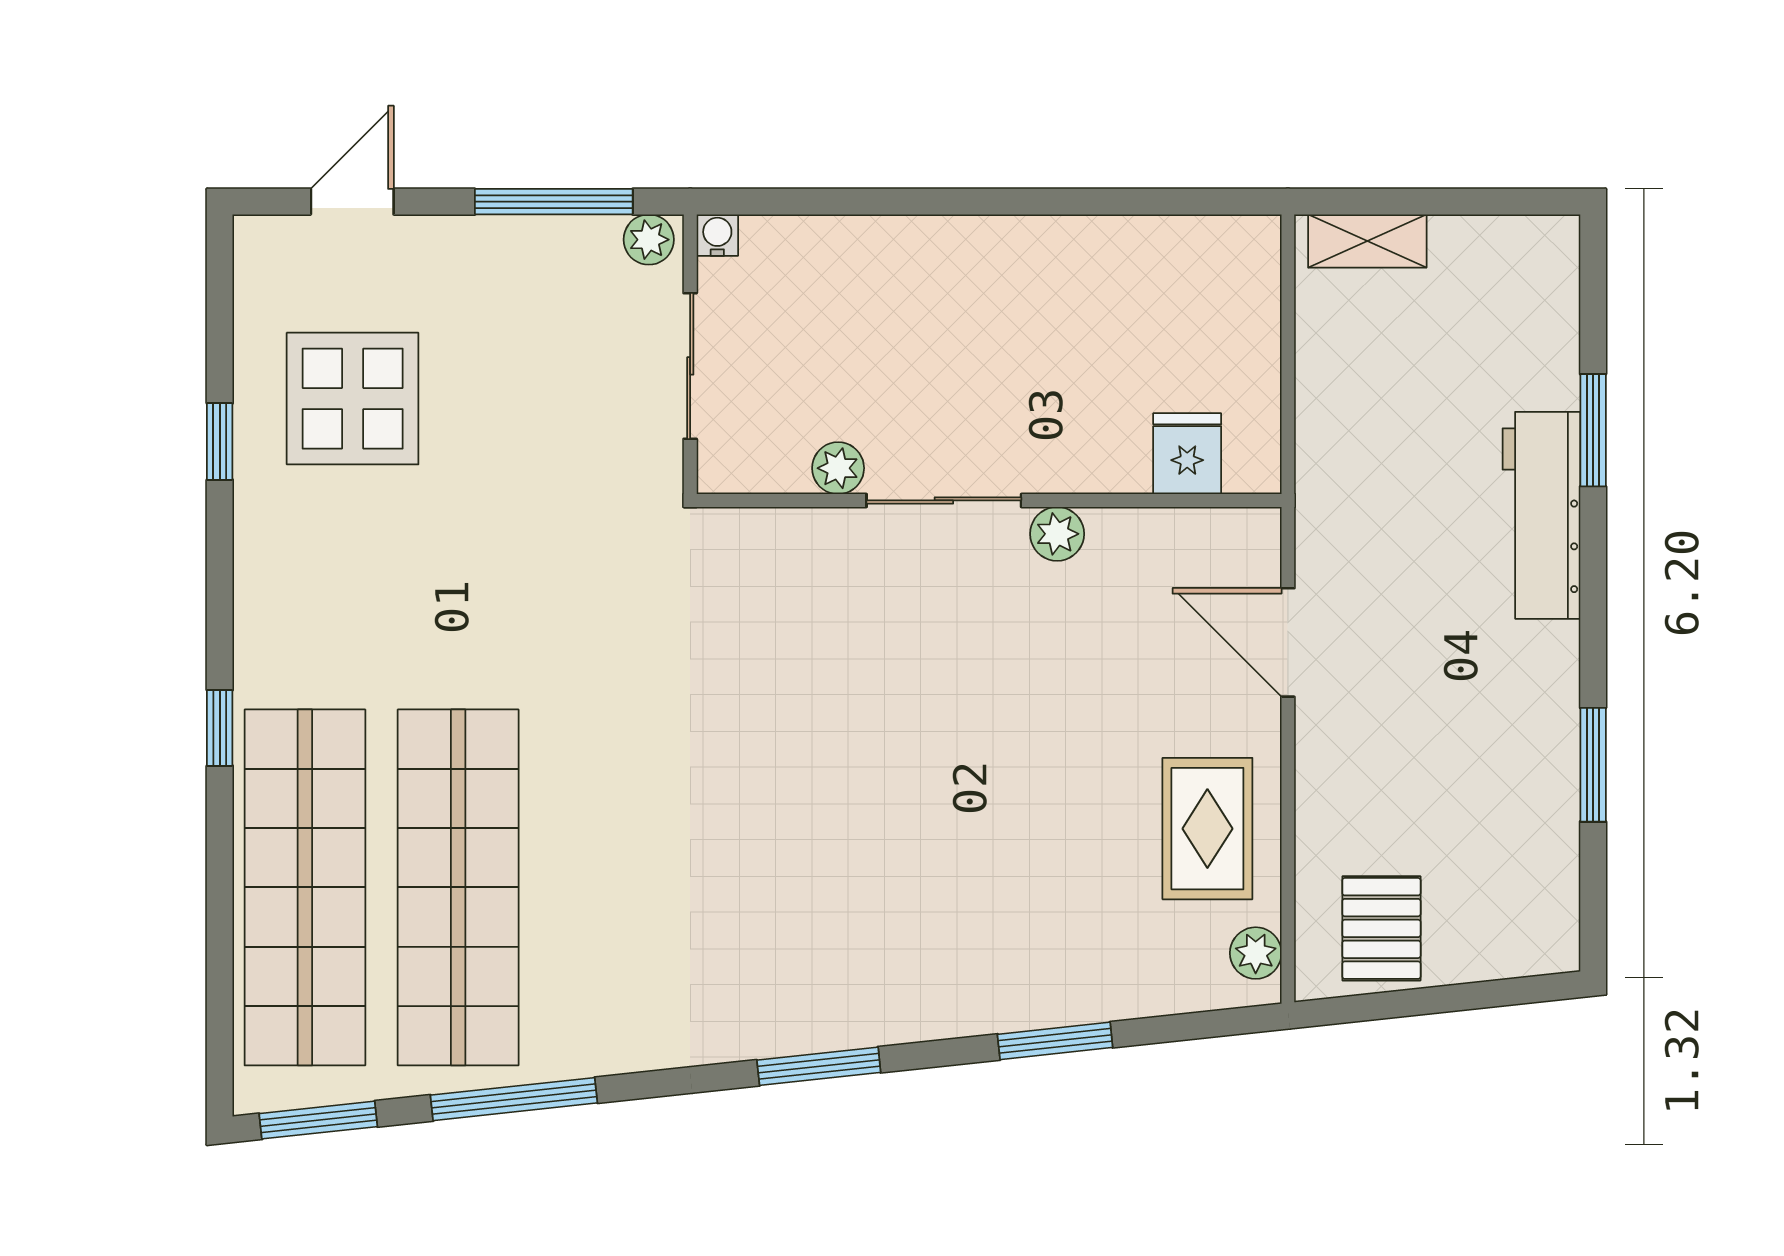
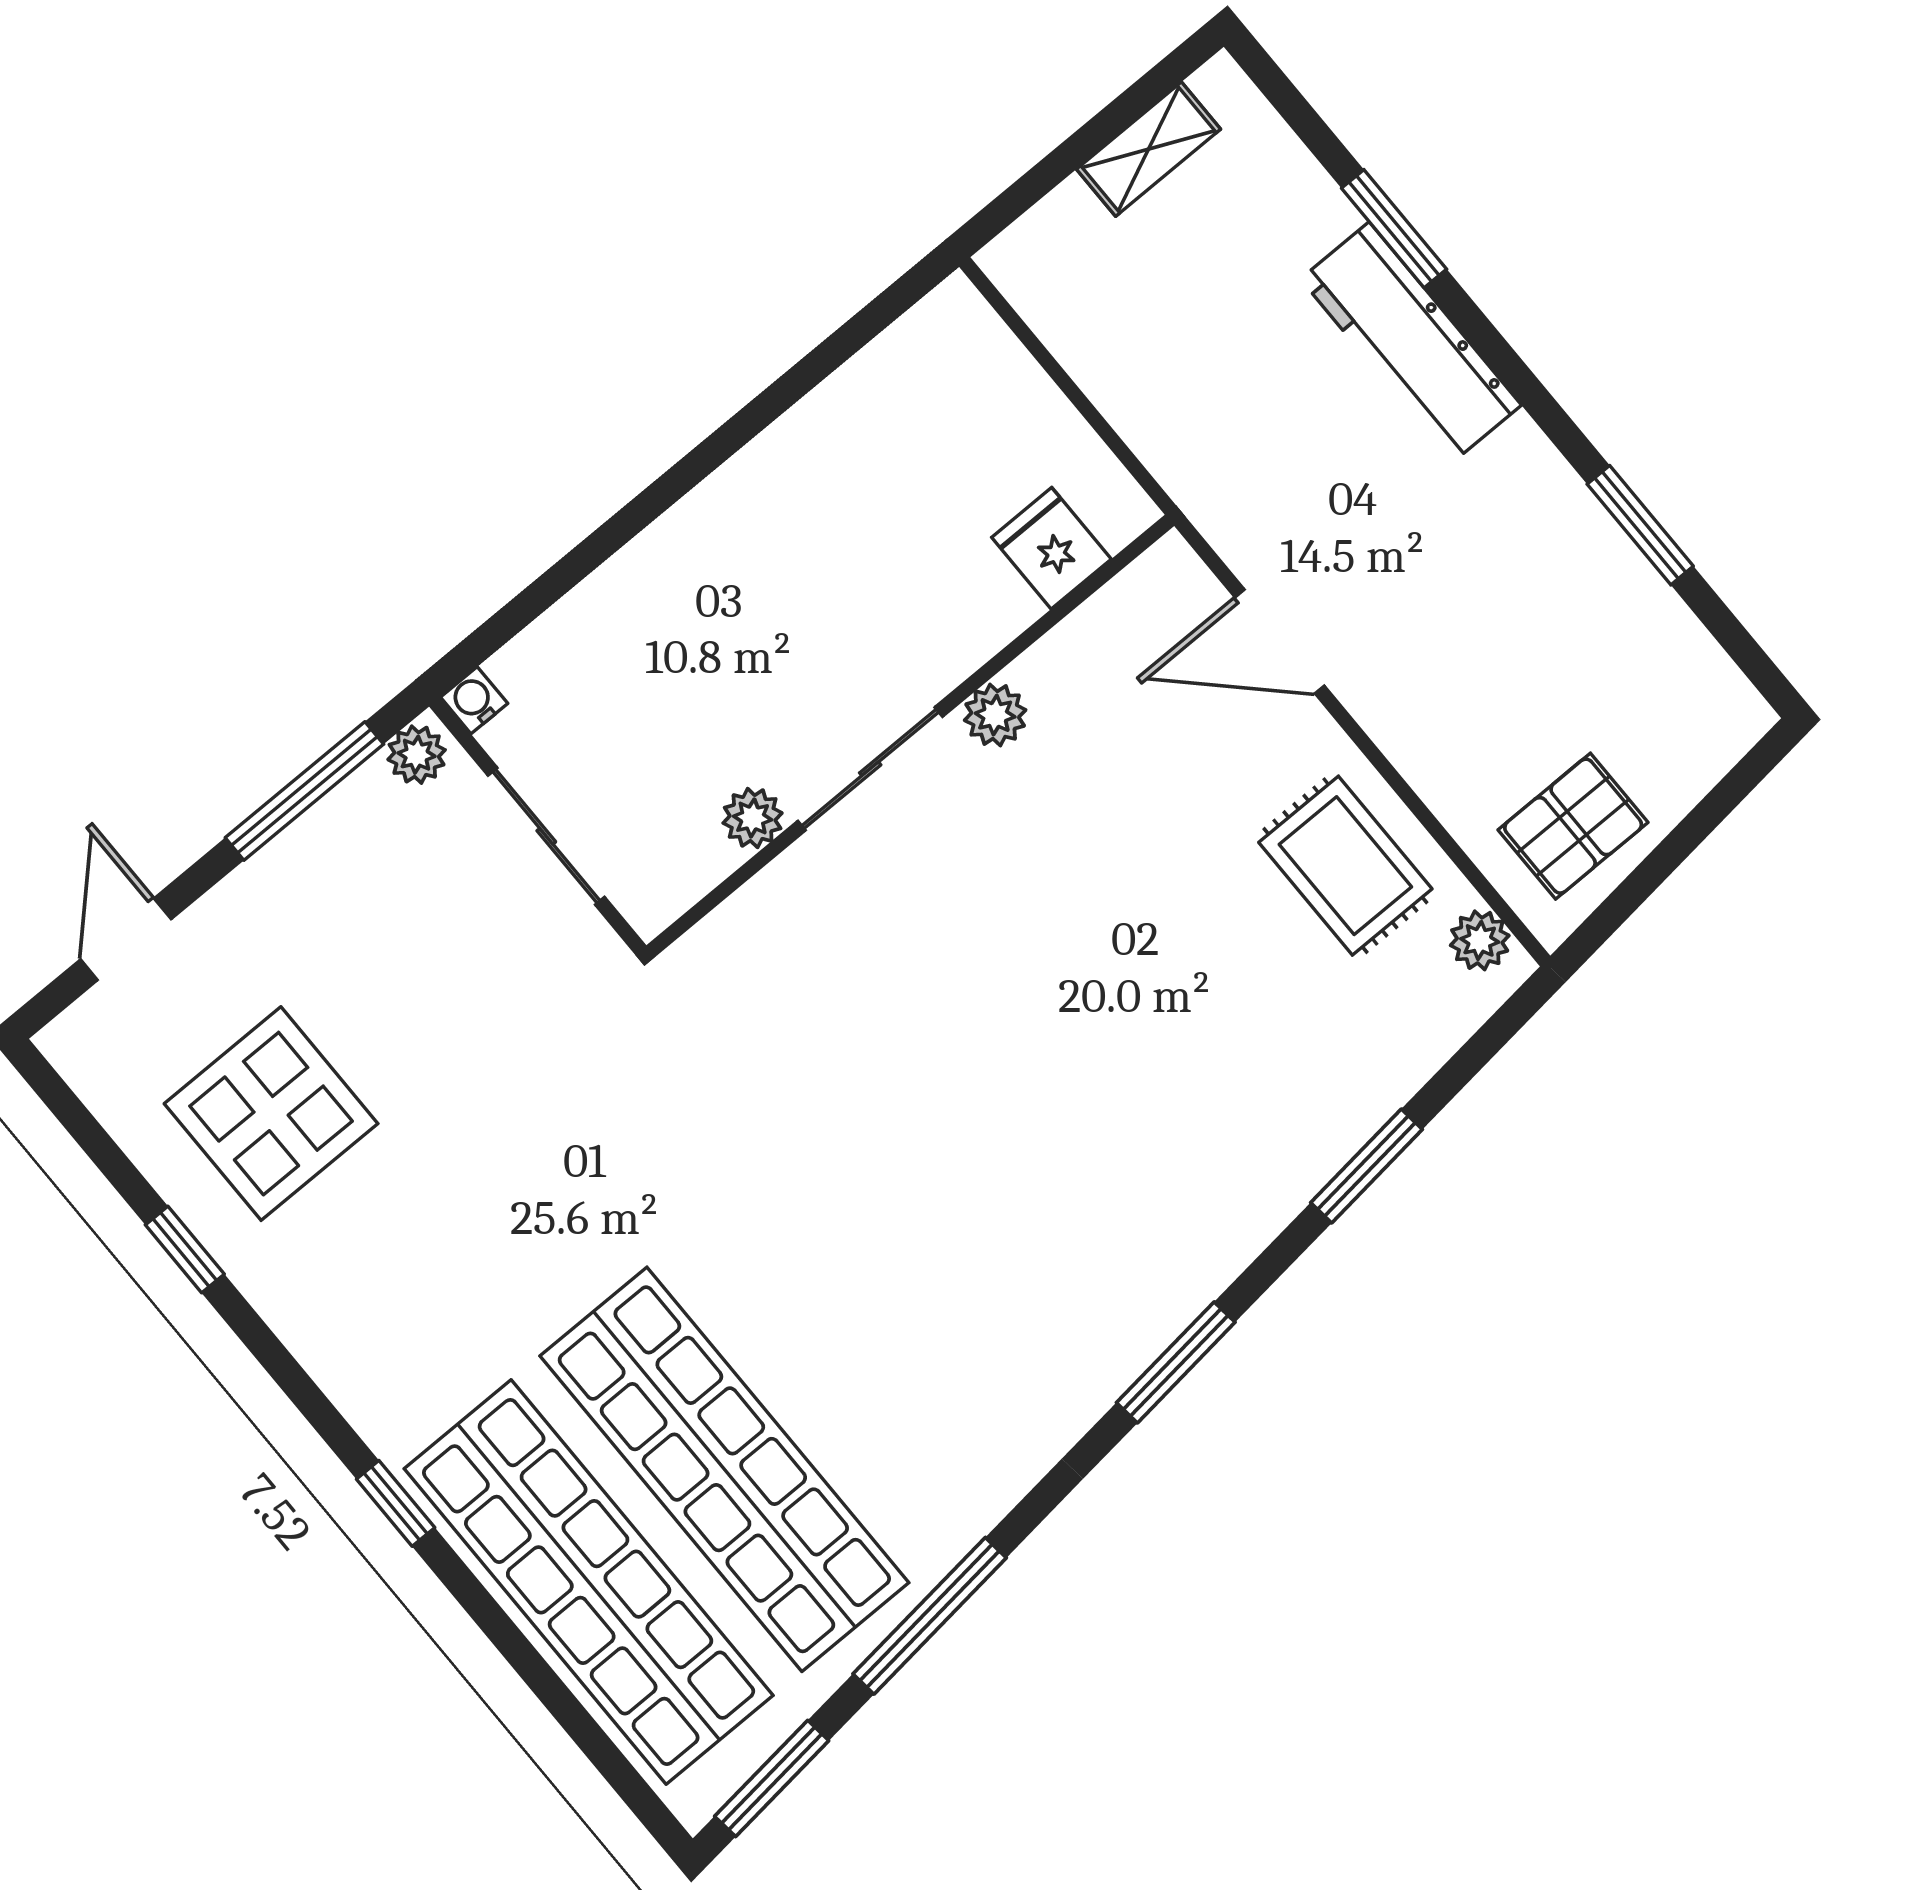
shelving: (1367, 241) -> (1149, 149), moved
pallet: (1381, 928) -> (1573, 826), turned 90

